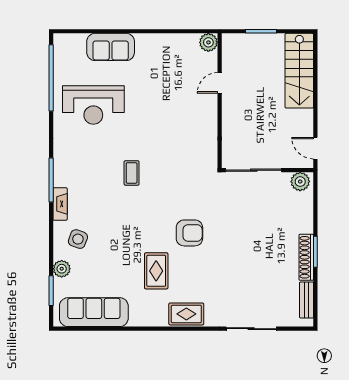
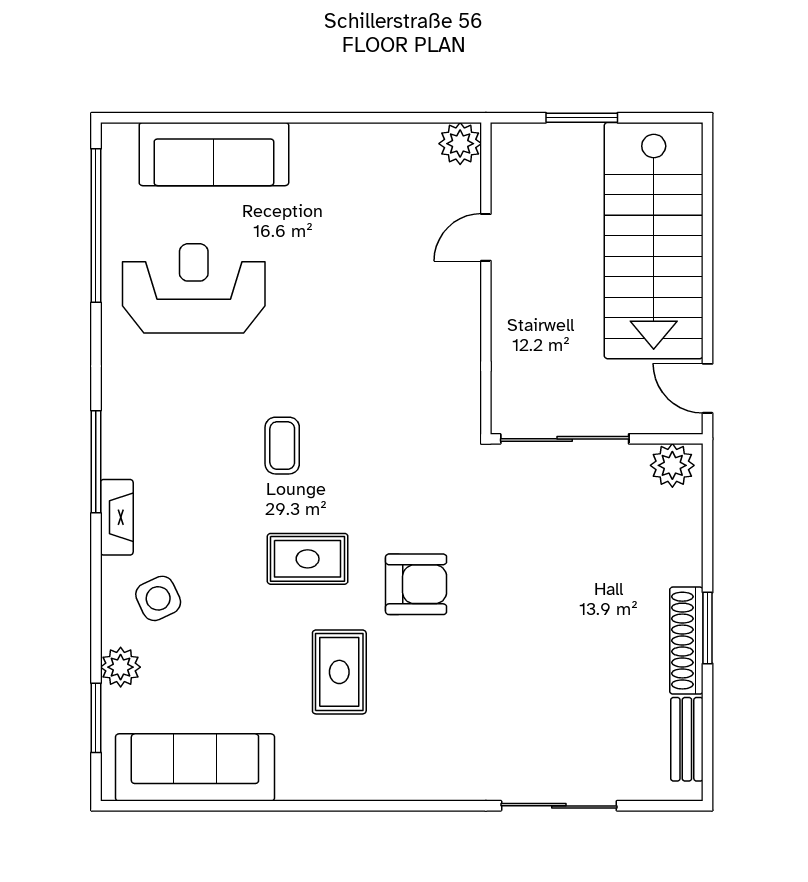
sofa: (111, 47) -> (214, 154), width x1.36
stairs: (299, 71) -> (654, 241), width x1.36, depth x1.51
reception desk: (93, 105) -> (194, 288), turned 180
side table: (78, 239) -> (158, 598), turned 45
rug: (186, 314) -> (308, 559), moved

